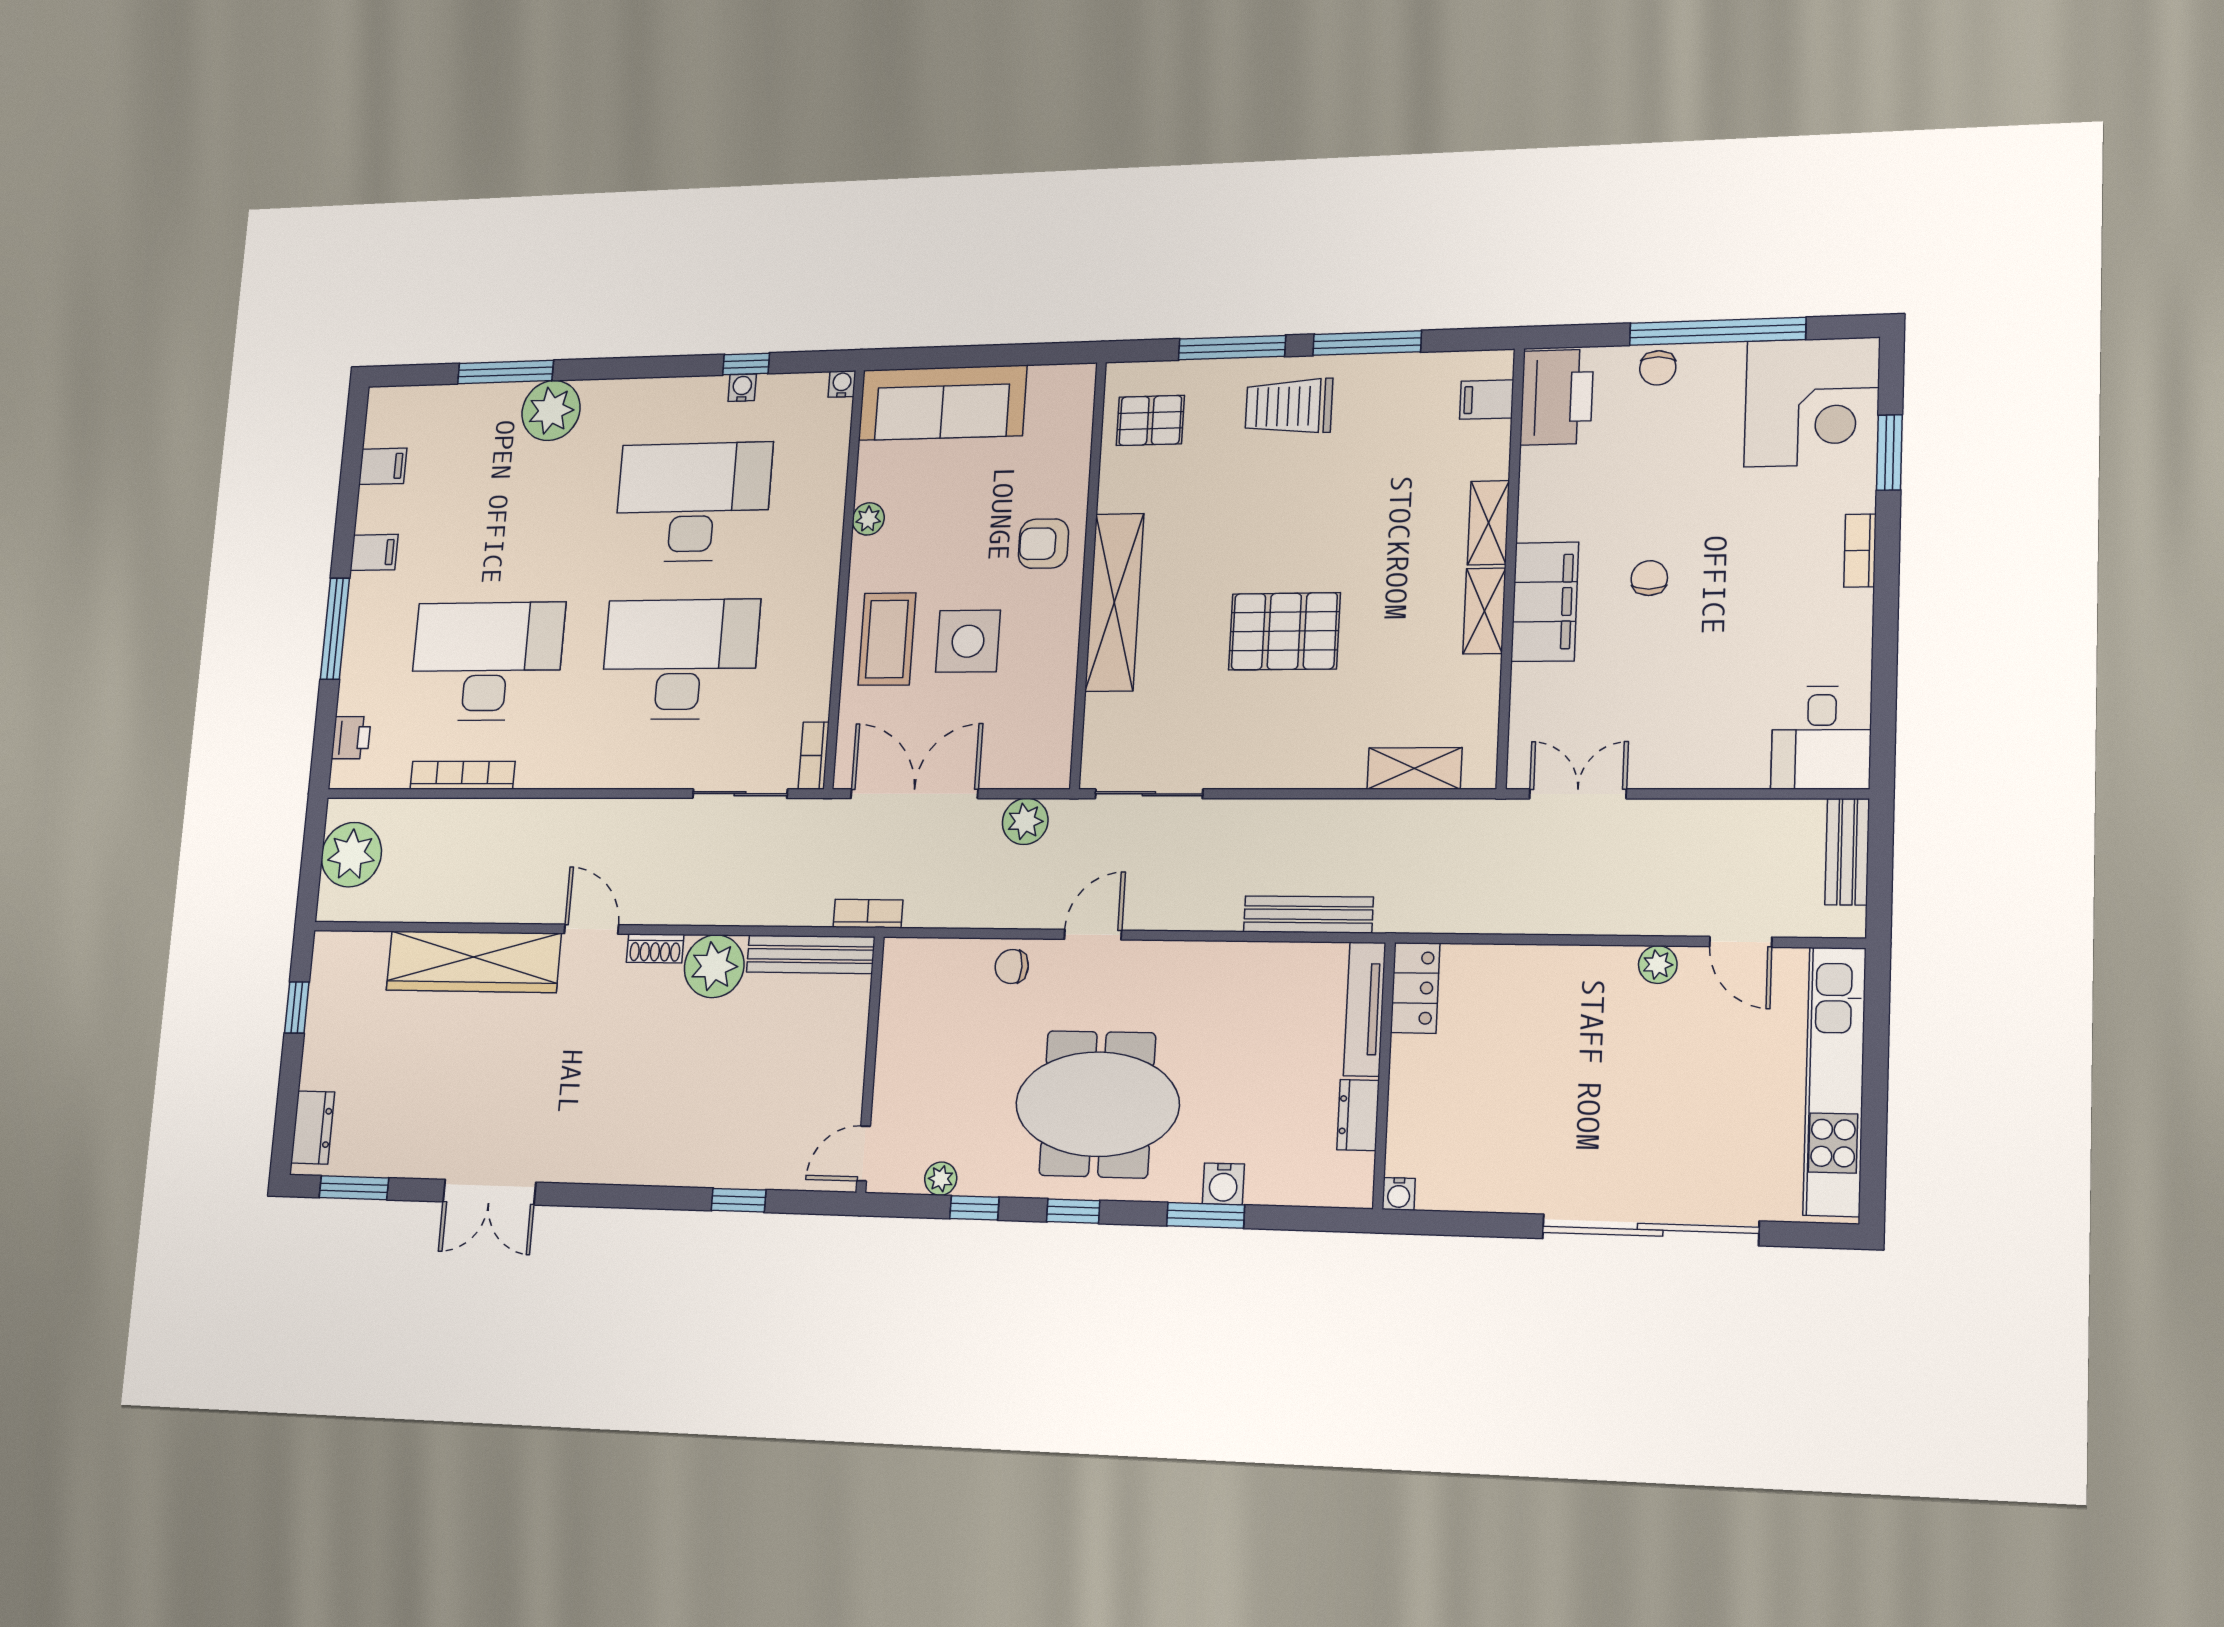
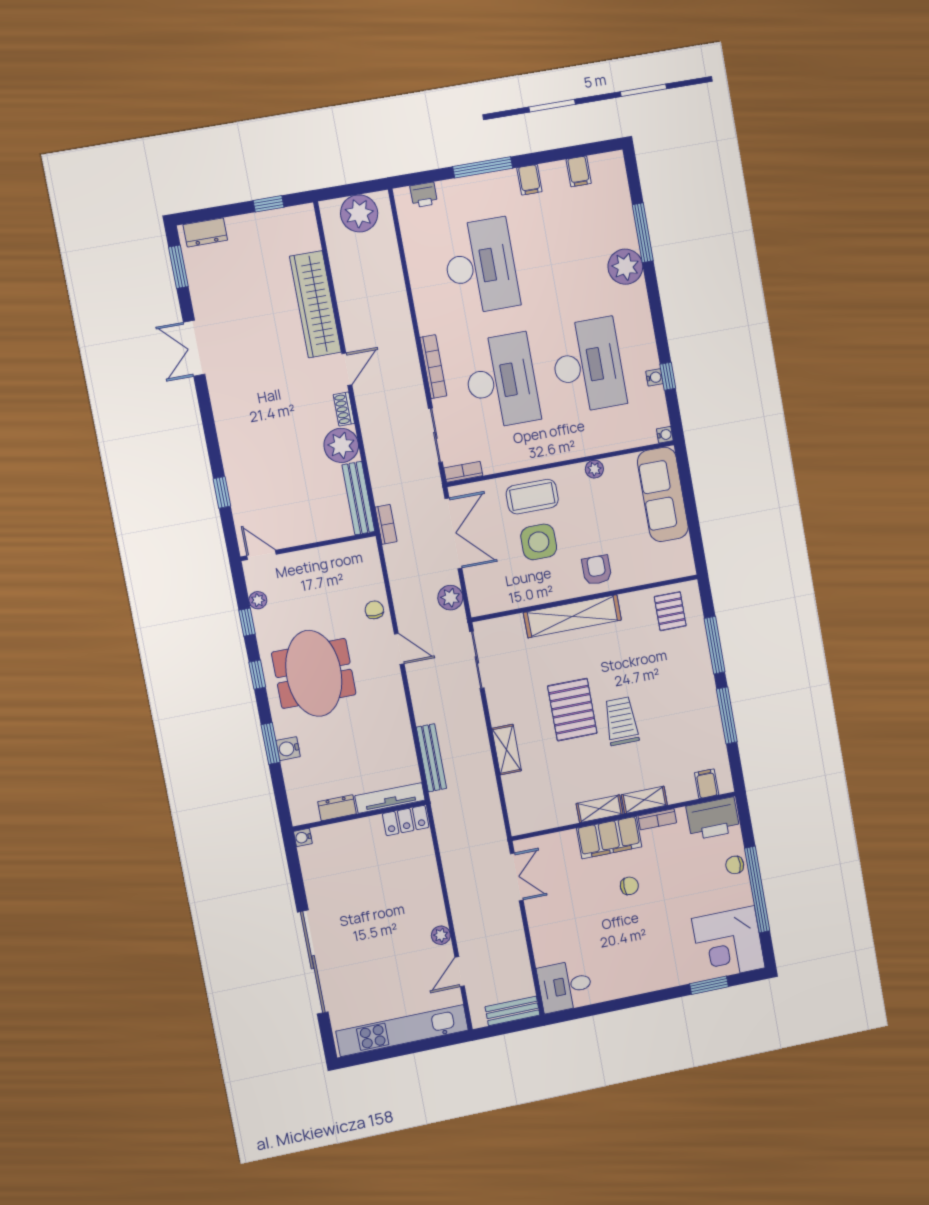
trolley: (1289, 406) -> (621, 721), moved
bookcase: (1860, 551) -> (657, 819), moved, turned 180
shelving: (1414, 768) -> (507, 750), moved
bookcase: (462, 775) -> (433, 367), moved

